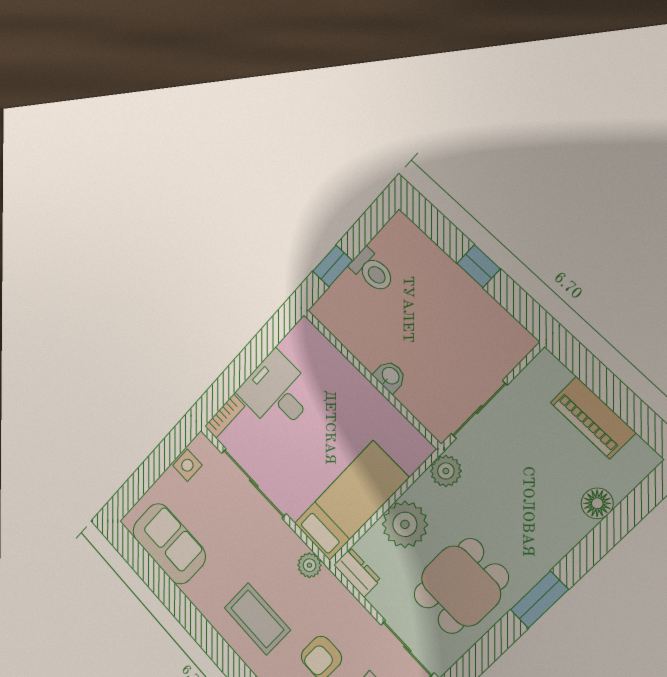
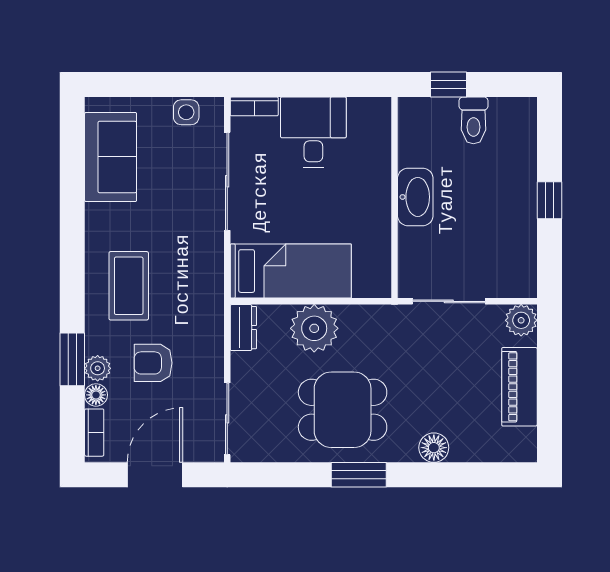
washbasin: (390, 376) -> (415, 197), width x1.91, depth x1.45
plant: (446, 471) -> (521, 320), moved
floor lamp: (597, 503) -> (434, 448), moved
plant: (309, 565) -> (211, 286), removed
dining table: (461, 586) -> (343, 410), moved

